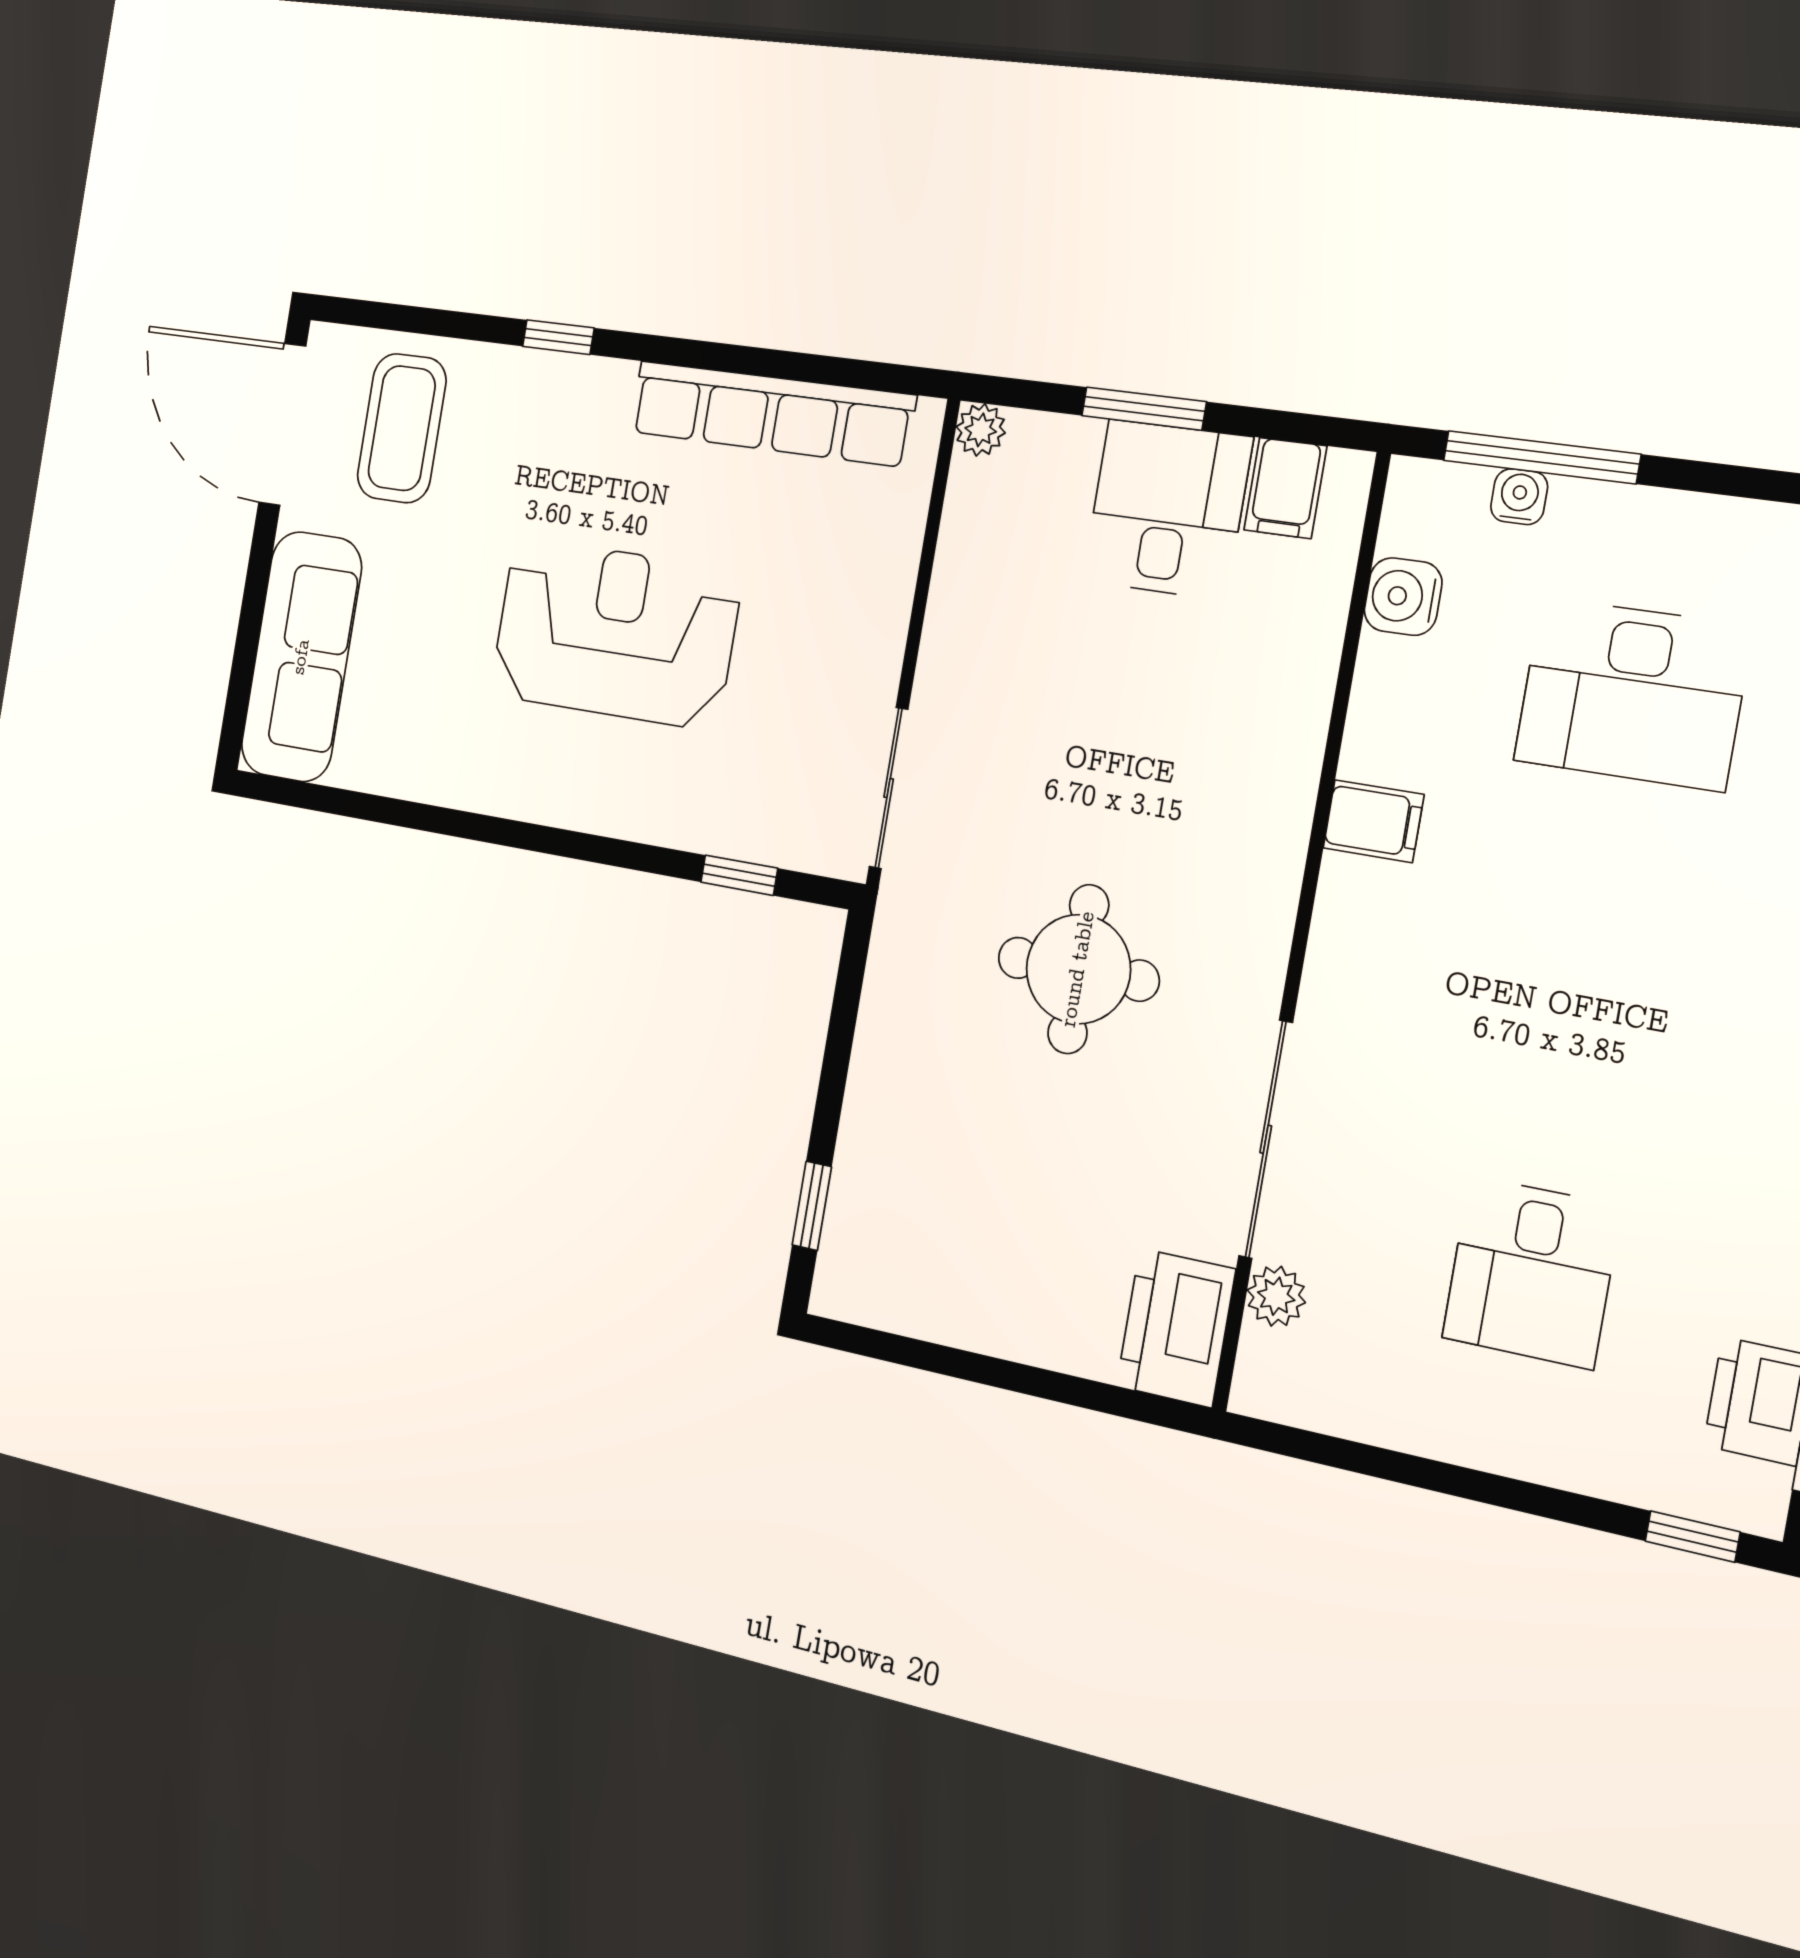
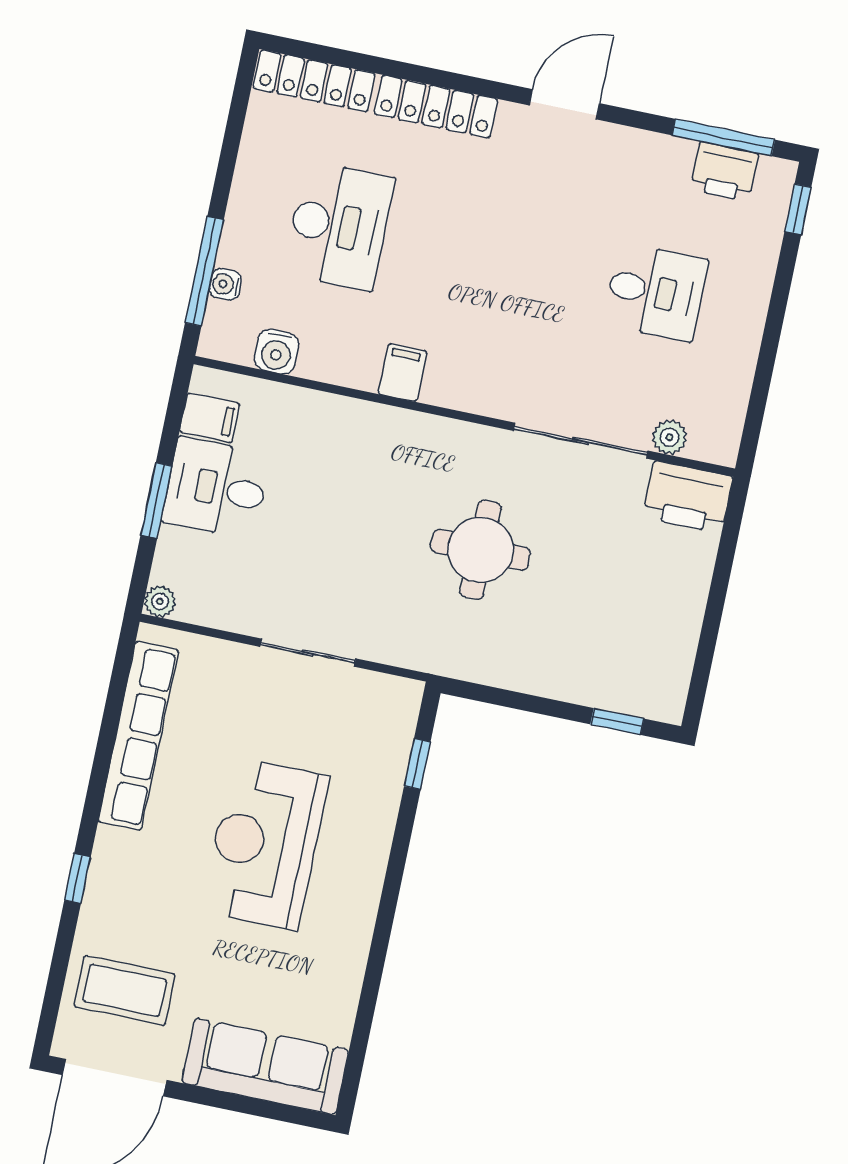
sliding door: (889, 788) -> (308, 653), moved

